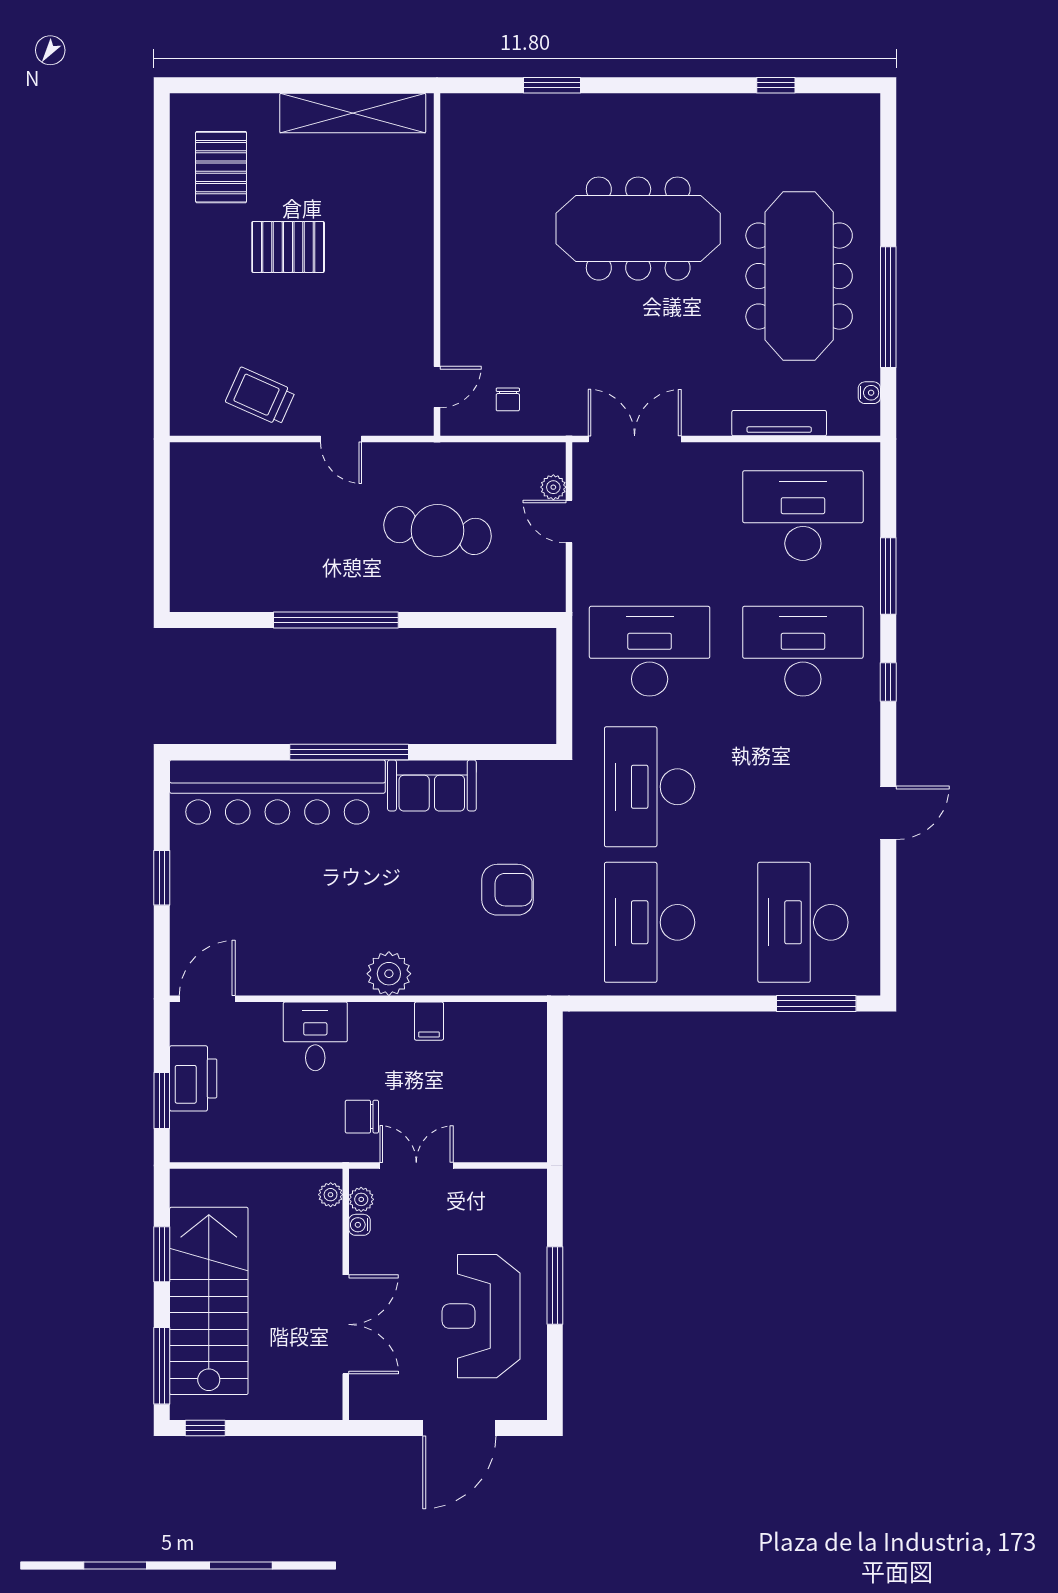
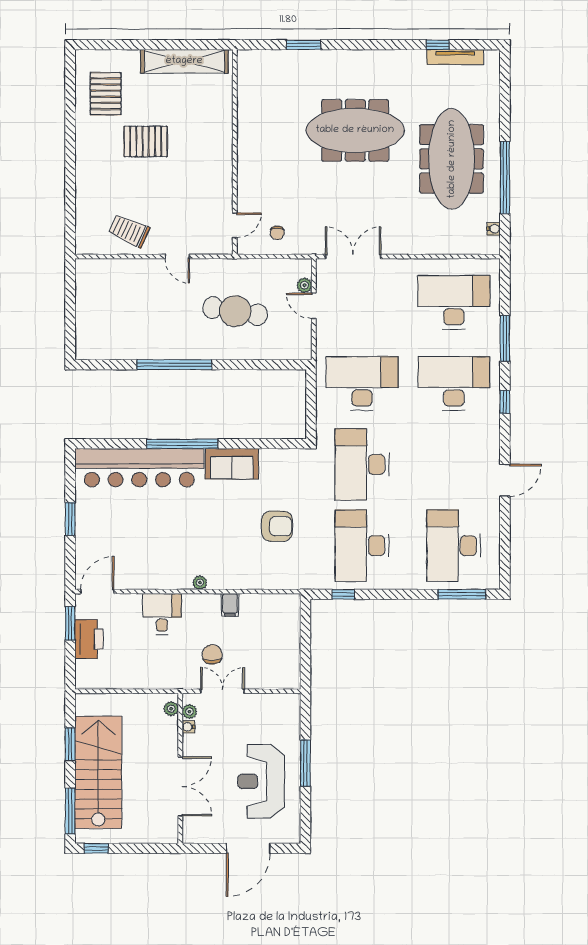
tv unit: (779, 423) -> (455, 57), moved, turned 180
plant: (389, 974) -> (200, 583), width x0.53, depth x0.53
window: (618, 1004) -> (343, 594), added
window: (162, 1101) -> (70, 623), moved
chair: (362, 1117) -> (212, 654), moved, turned 90

